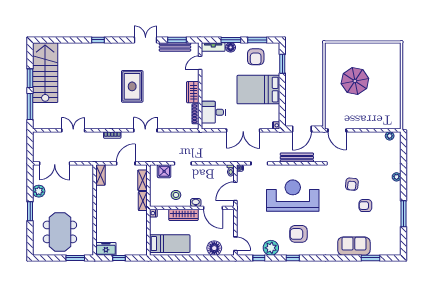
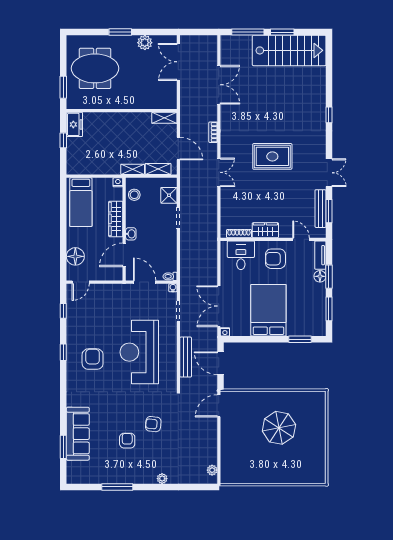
armchair: (256, 57) -> (275, 259), moved
double door: (73, 130) -> (219, 85), width x1.37
double door: (243, 130) -> (219, 306), moved
stool: (176, 195) -> (134, 195), moved
reception desk: (293, 196) -> (139, 352), turned 180
sofa: (354, 246) -> (78, 434), width x1.36
plant: (271, 248) -> (76, 325), removed

